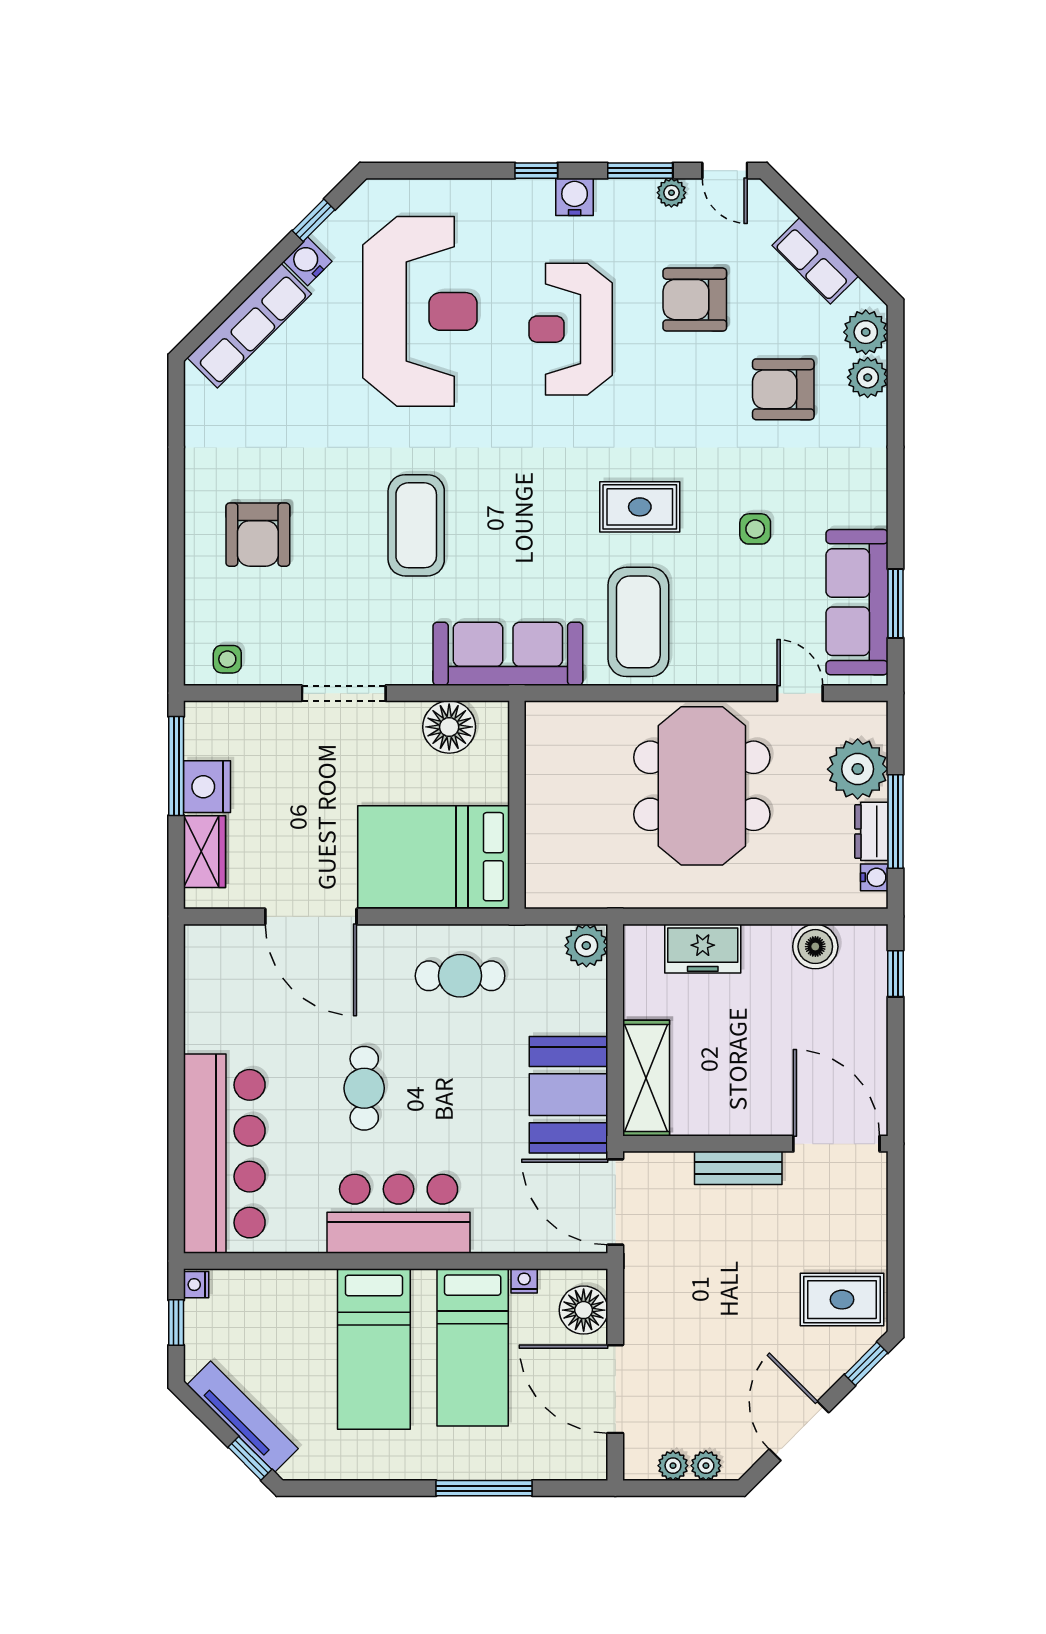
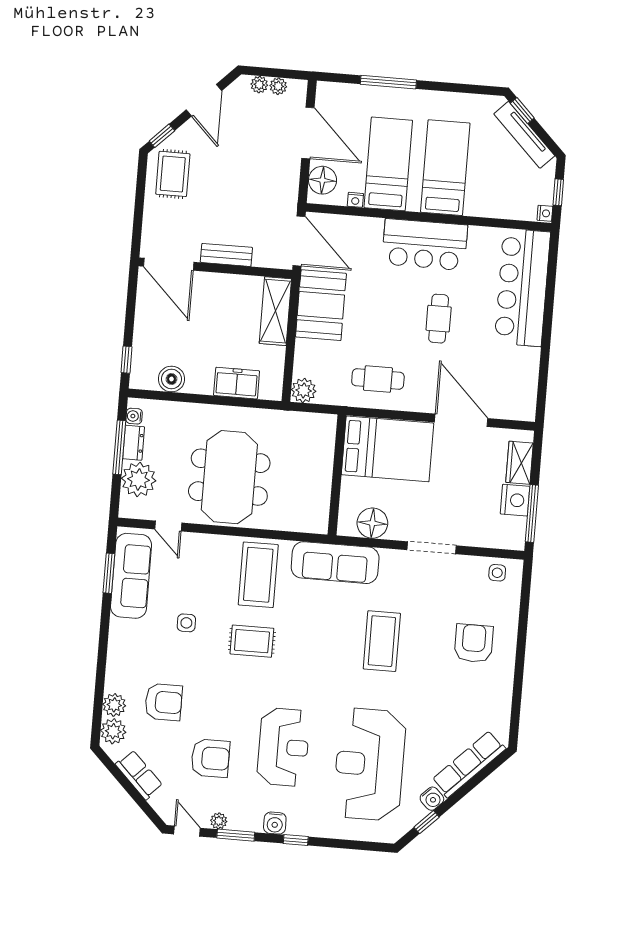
rug: (842, 1300) -> (173, 174), turned 90

